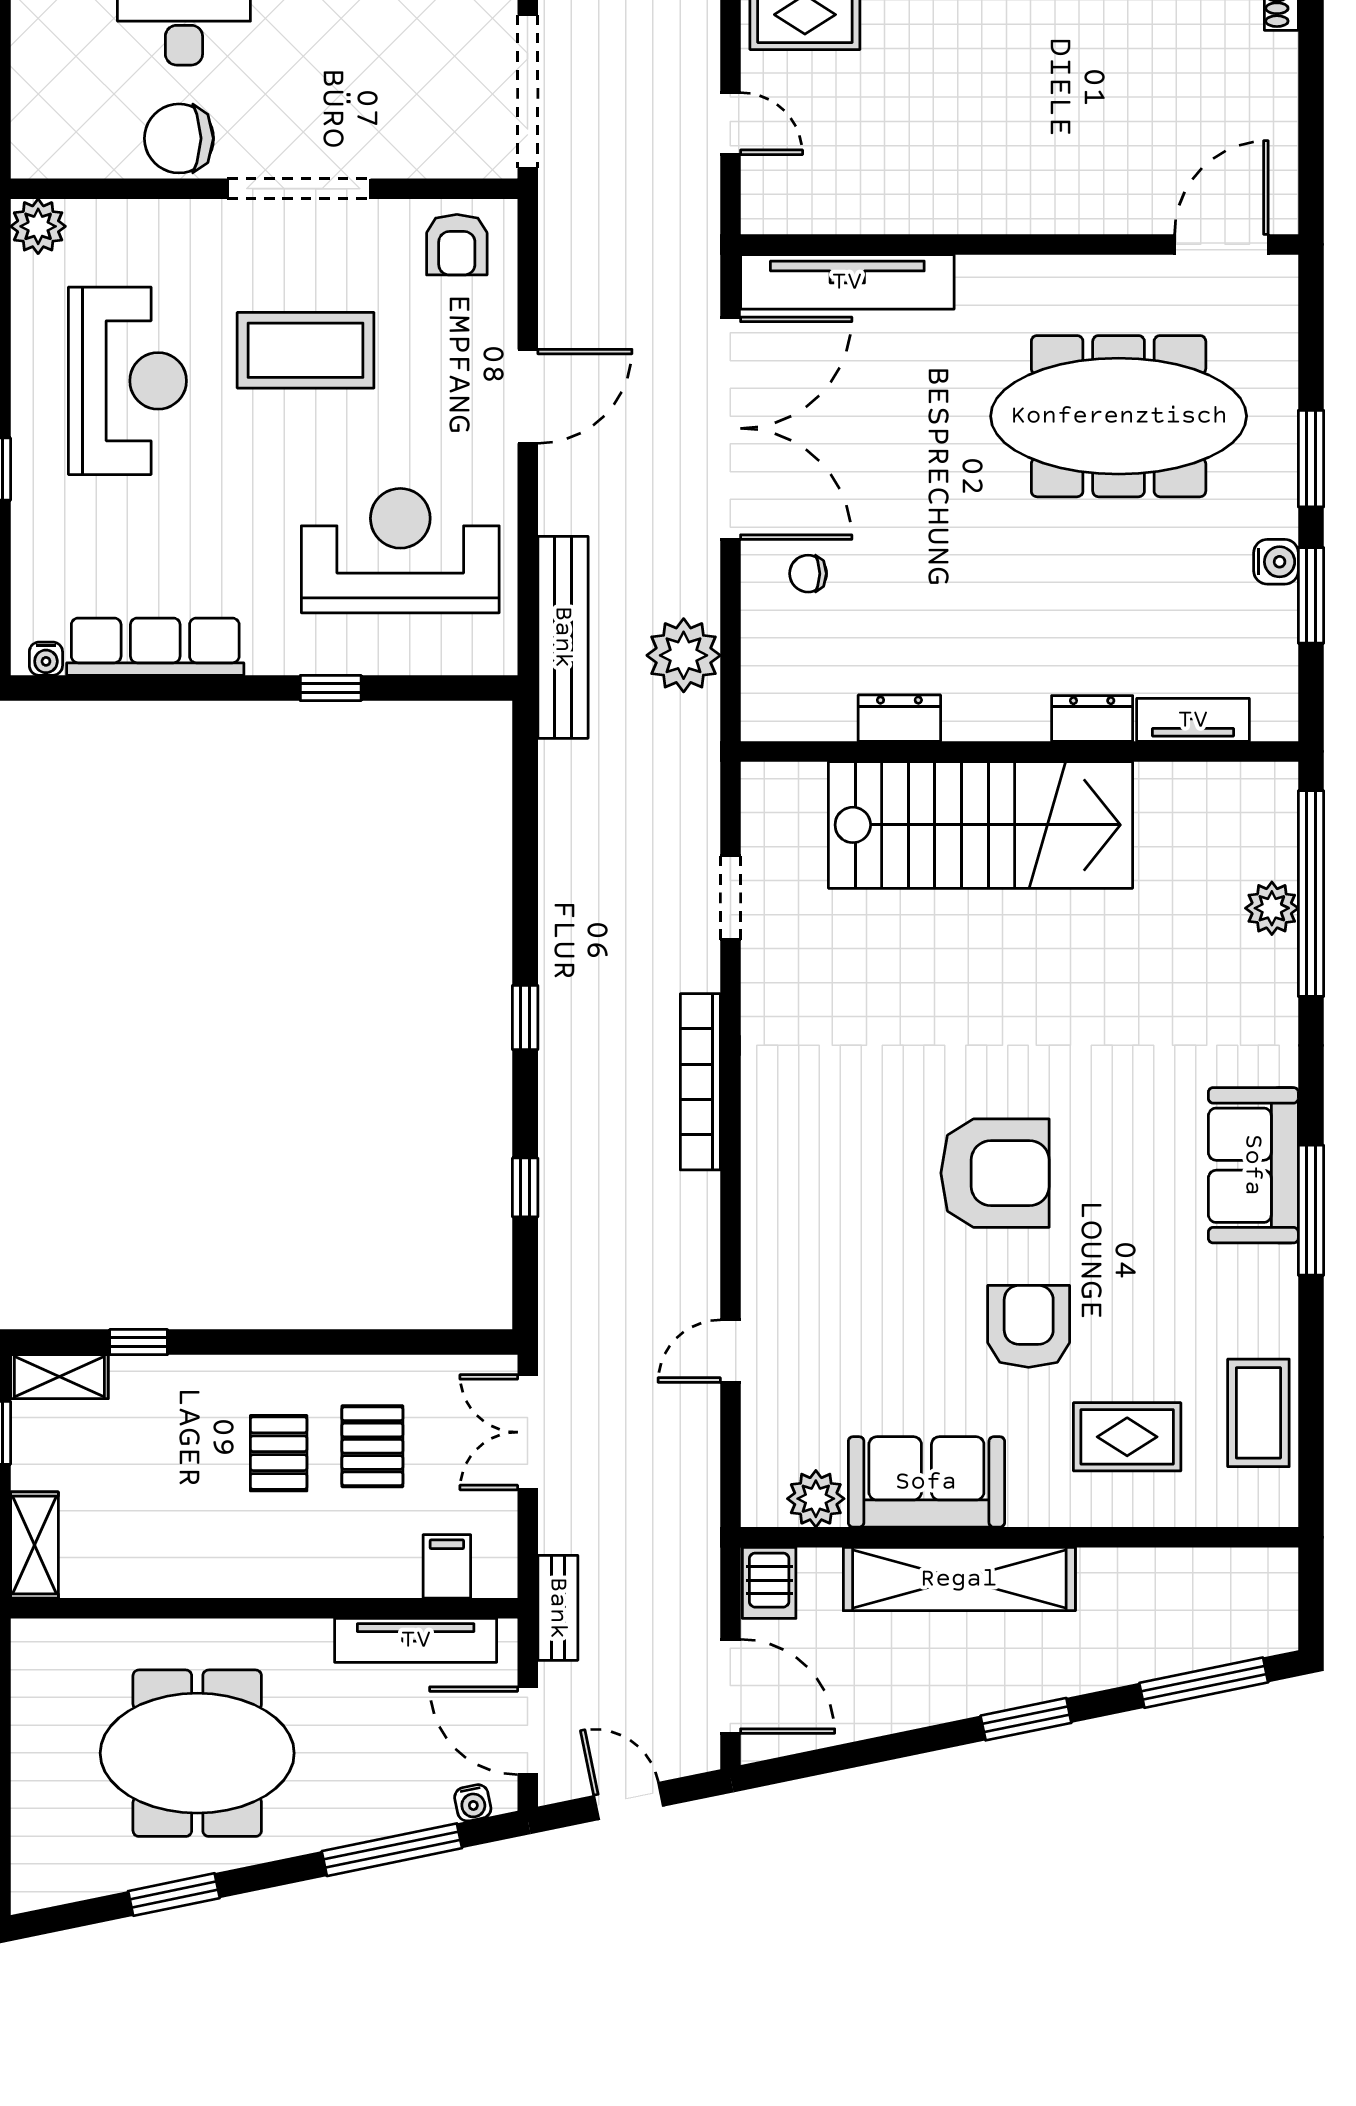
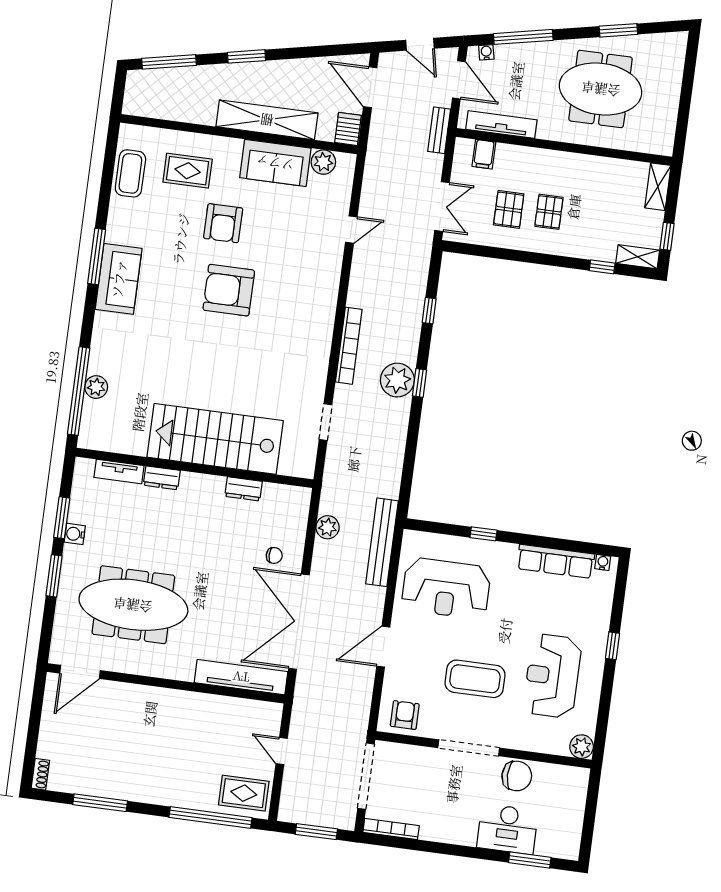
plant: (684, 655) -> (328, 527), width x0.73, depth x0.73
plant: (577, 1017) -> (397, 380), added

